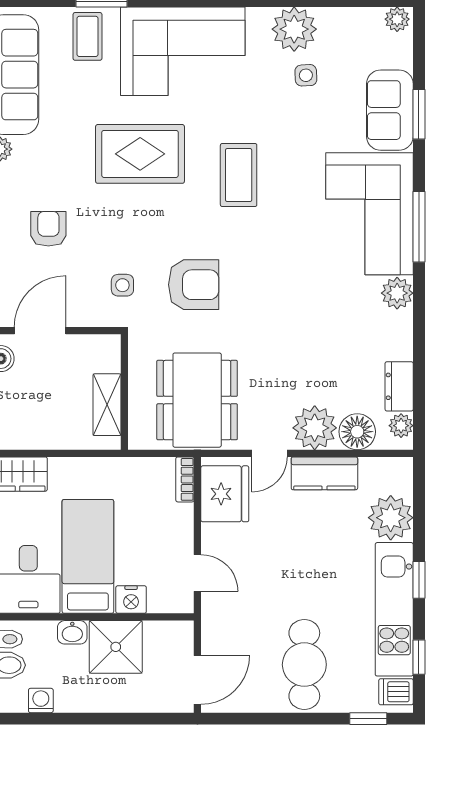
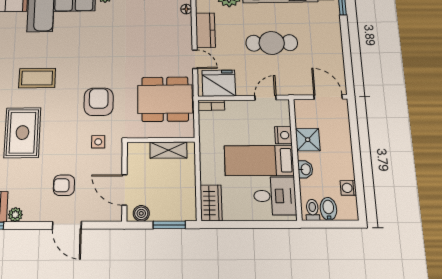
plant: (315, 428) -> (180, 36), removed
floor lamp: (357, 432) -> (186, 9), width x0.53, depth x0.53
shower: (116, 647) -> (308, 140), width x0.73, depth x0.73
cafe table: (304, 665) -> (272, 43), moved

